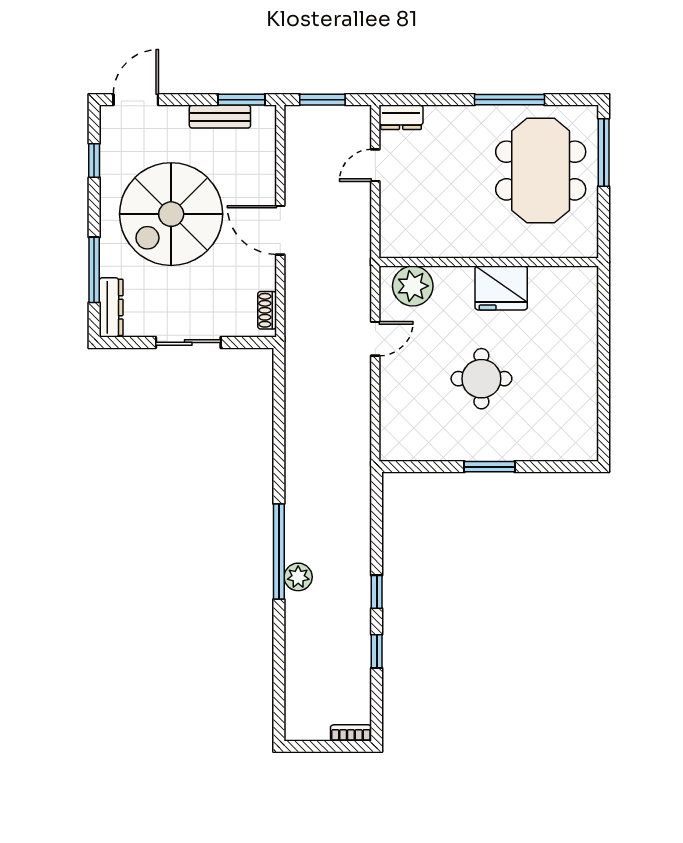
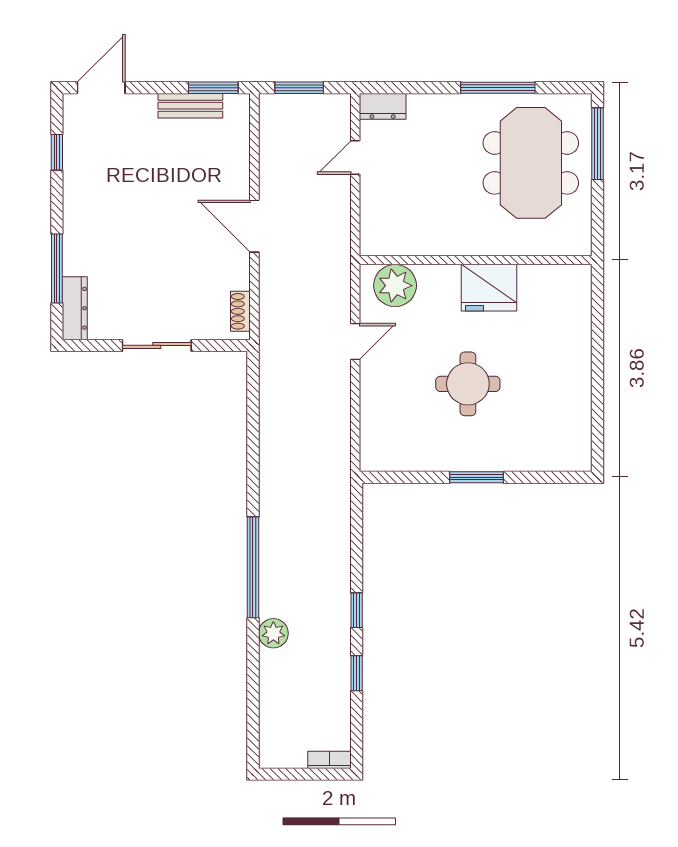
spiral stairs: (171, 214) -> (139, 209), removed
plant: (298, 577) -> (273, 633), moved

